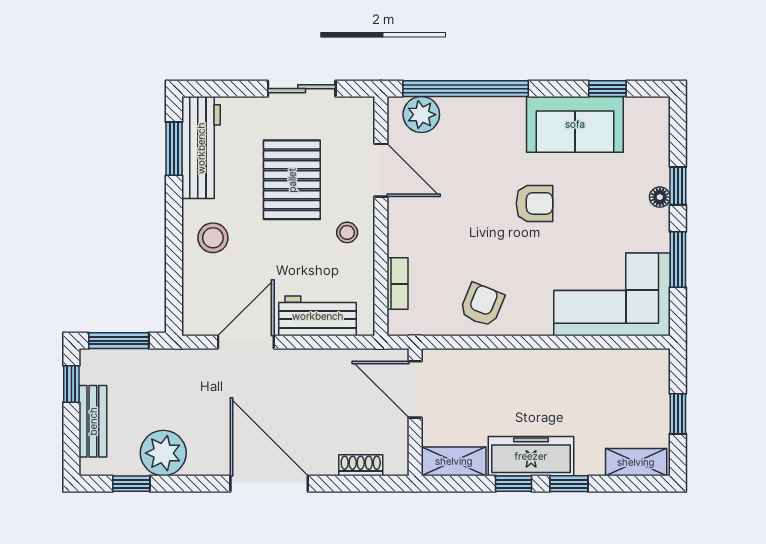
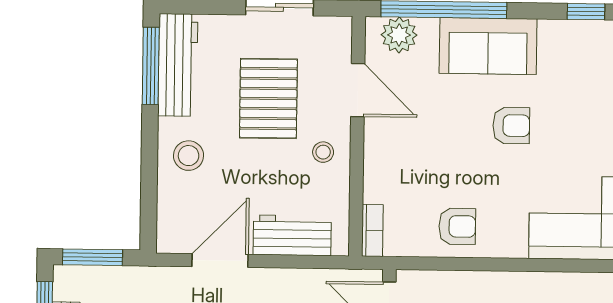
sofa: (575, 124) -> (488, 46), moved
window: (174, 149) -> (151, 66), width x1.44
bookcase: (397, 284) -> (372, 231), moved
armchair: (482, 305) -> (457, 226), turned 68

